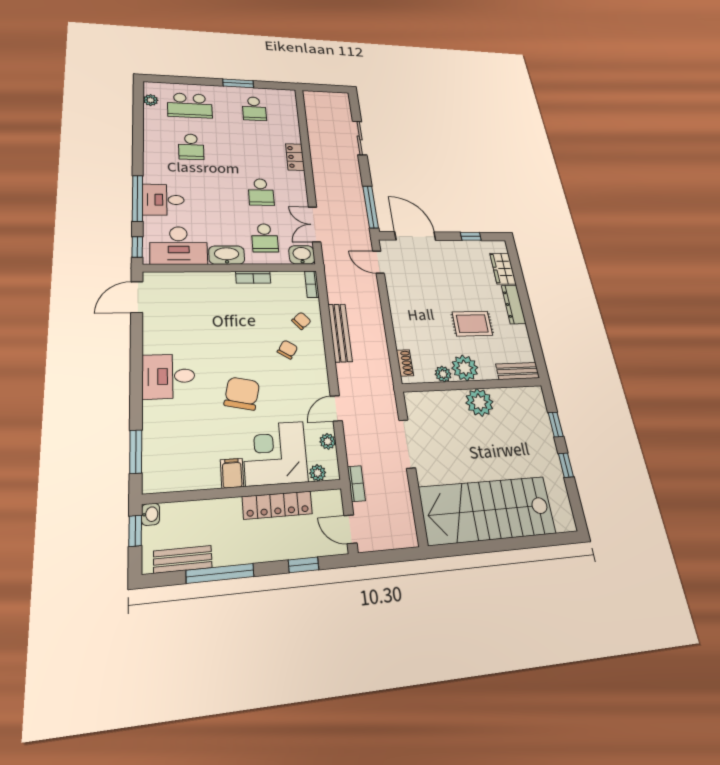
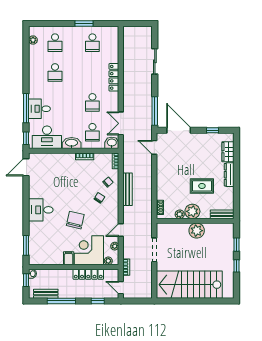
school desk: (190, 105) -> (55, 43), width x0.54
locker: (295, 157) -> (114, 77), width x1.53

